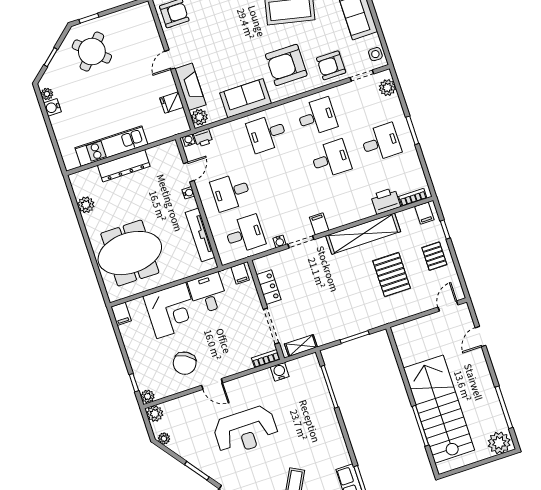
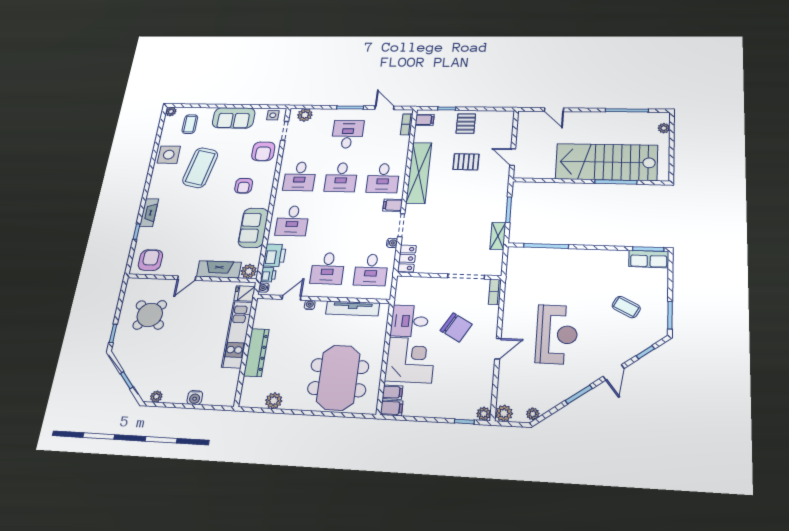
round table: (92, 52) -> (150, 315), moved
door: (170, 60) -> (187, 278), hinge flipped
armchair: (286, 65) -> (244, 186), width x0.53, depth x0.53
fridge: (172, 103) -> (245, 293), moved, turned 90
water cooler: (52, 107) -> (195, 398), moved
desk: (317, 117) -> (300, 176), turned 180
kitchen unit: (111, 146) -> (237, 335), moved
desk: (331, 159) -> (341, 177), turned 180
door: (424, 166) -> (384, 108), added
door: (189, 172) -> (291, 298), hinge flipped
desk: (345, 201) -> (383, 178), added
printer: (386, 201) -> (274, 255), moved, turned 180
desk: (245, 234) -> (371, 270), turned 180
pallet: (434, 256) -> (466, 124), turned 90
filing cabinet: (240, 274) -> (393, 392), moved
pallet: (392, 275) -> (466, 162), width x0.67, depth x0.71
locker: (269, 287) -> (407, 258), moved, turned 90
door: (448, 306) -> (513, 157), moved
shelving: (301, 346) -> (498, 236), moved
chair: (185, 363) -> (456, 327), moved
water cooler: (280, 372) -> (513, 284), removed
plant: (499, 443) -> (664, 128), width x0.53, depth x0.53

